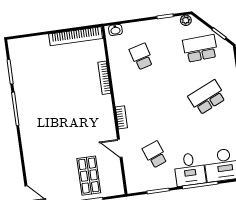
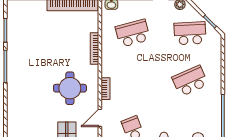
school desk: (141, 57) -> (133, 33), width x1.85
round table: (85, 122) -> (70, 88), added
door: (120, 148) -> (100, 118), hinge flipped

